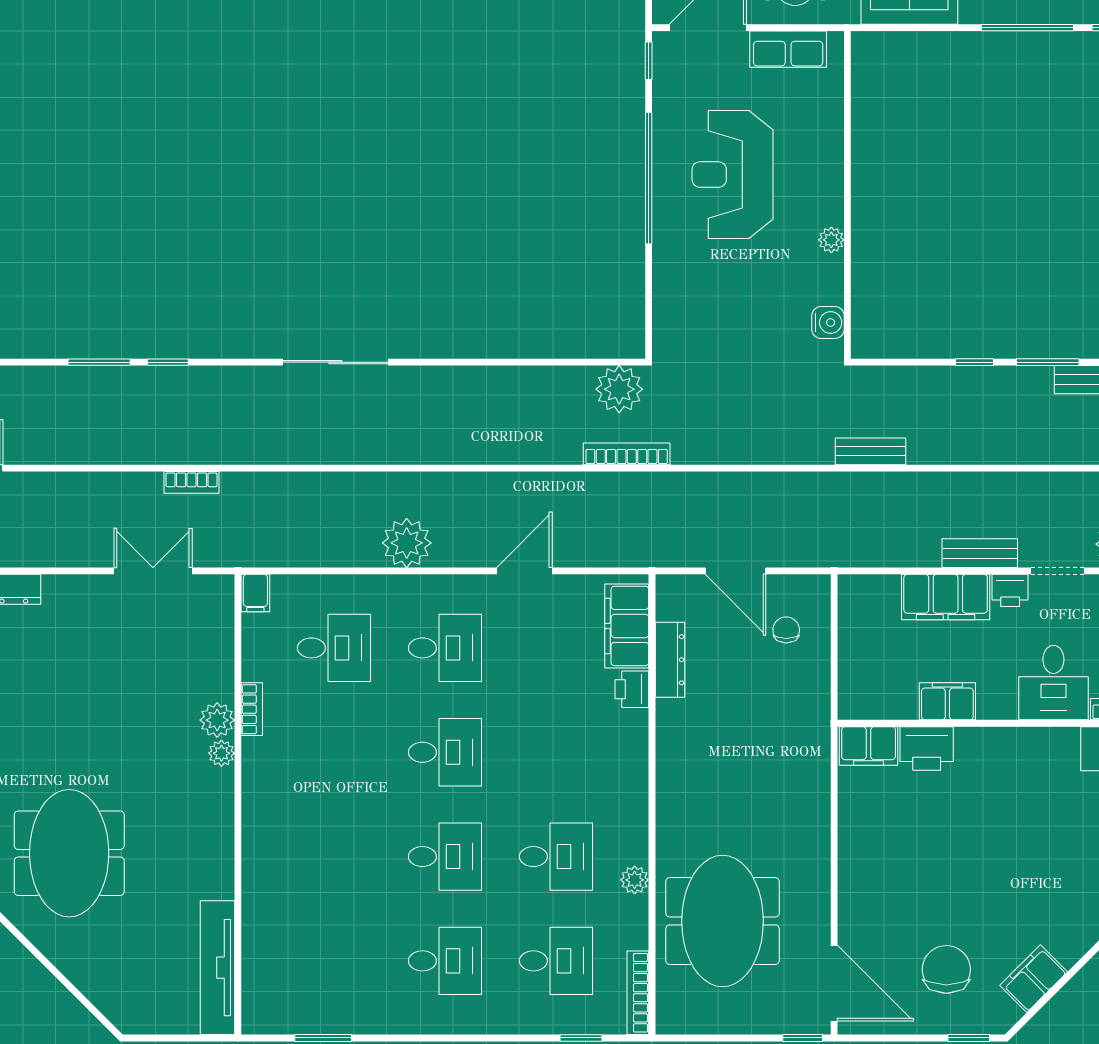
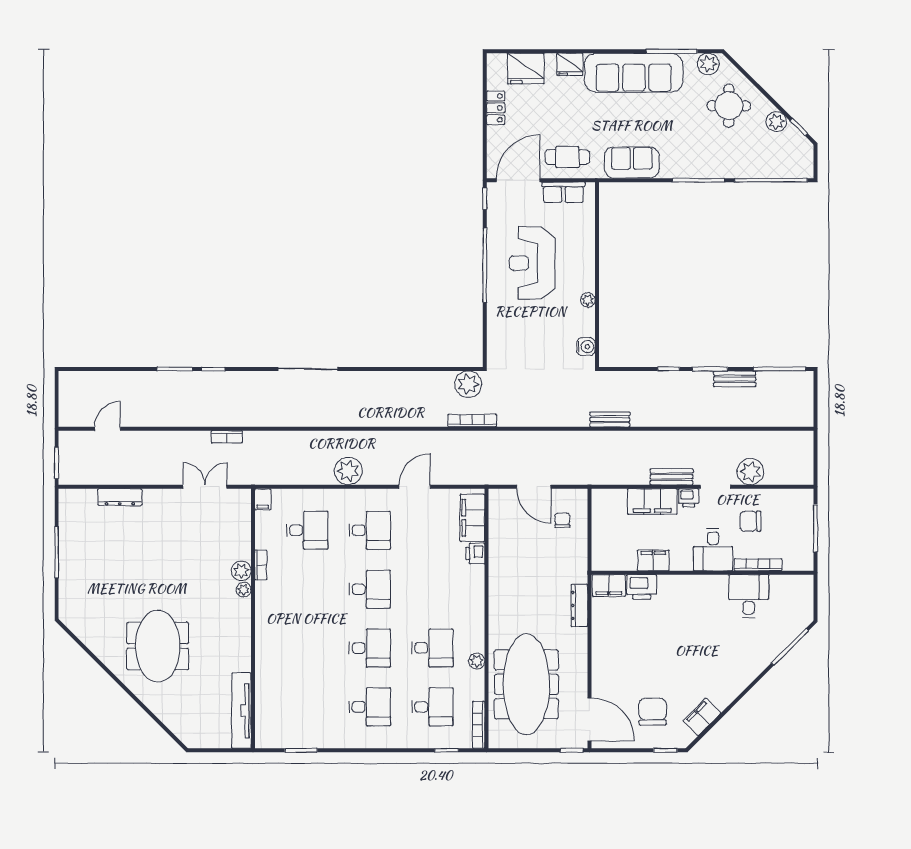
dresser: (670, 660) -> (579, 605), moved, turned 180
meeting table: (723, 921) -> (526, 684), width x1.36

